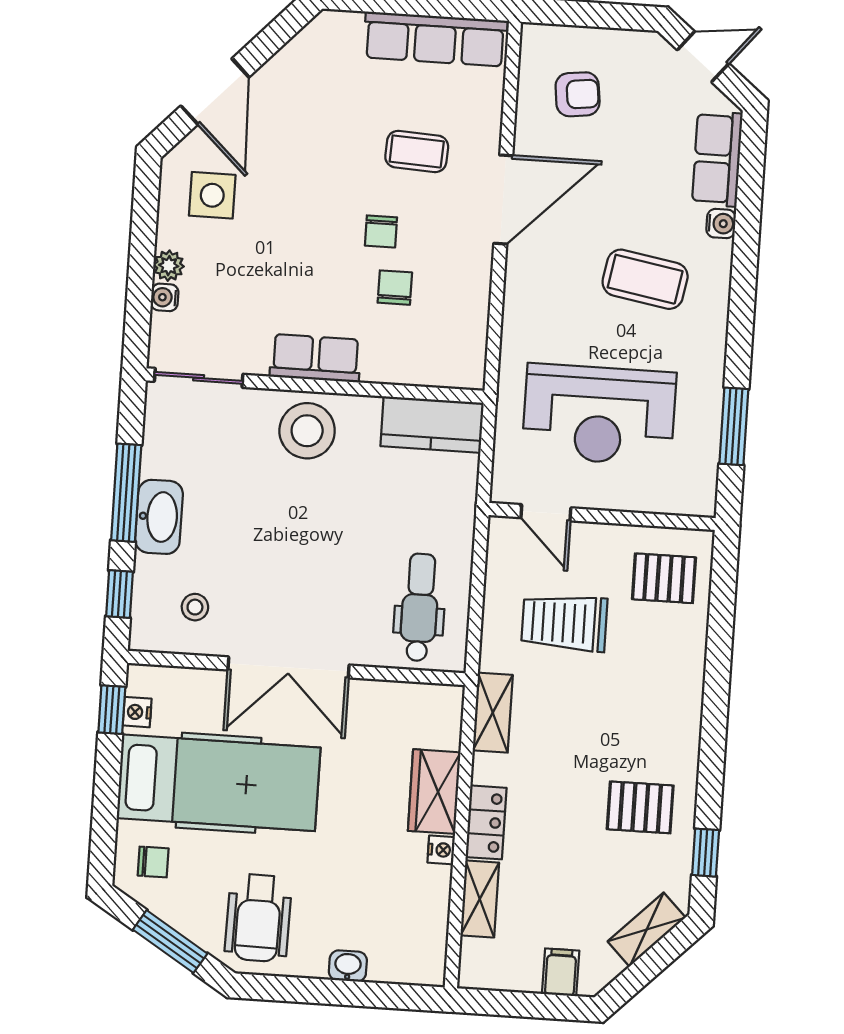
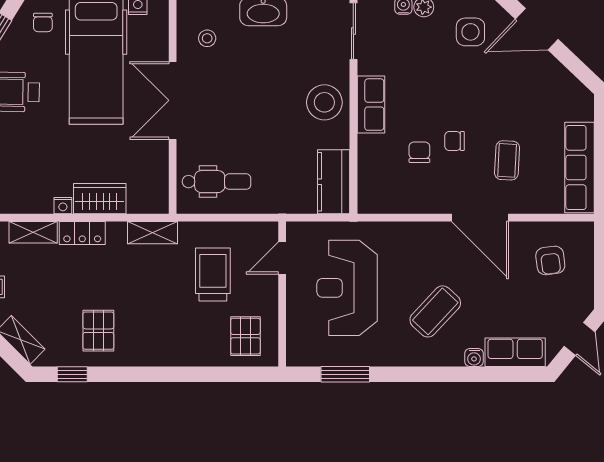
coffee table: (645, 279) -> (435, 311), turned 33
chair: (395, 288) -> (419, 152), turned -90

